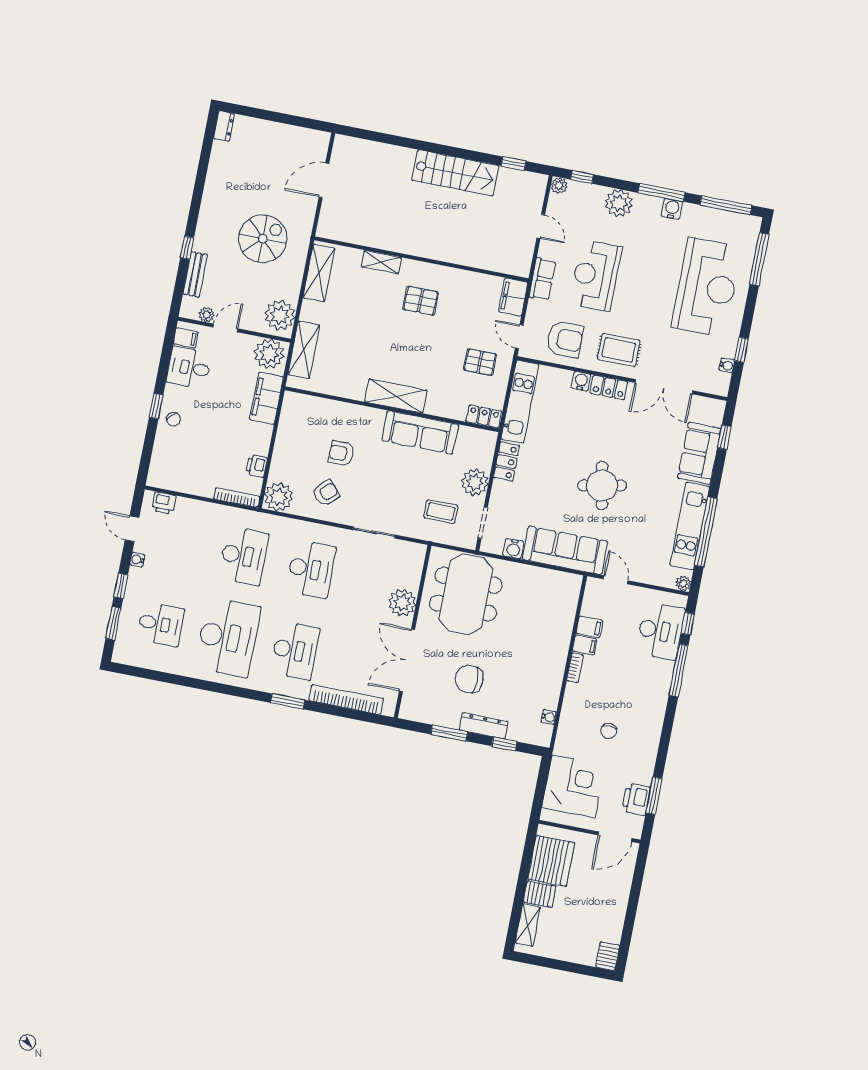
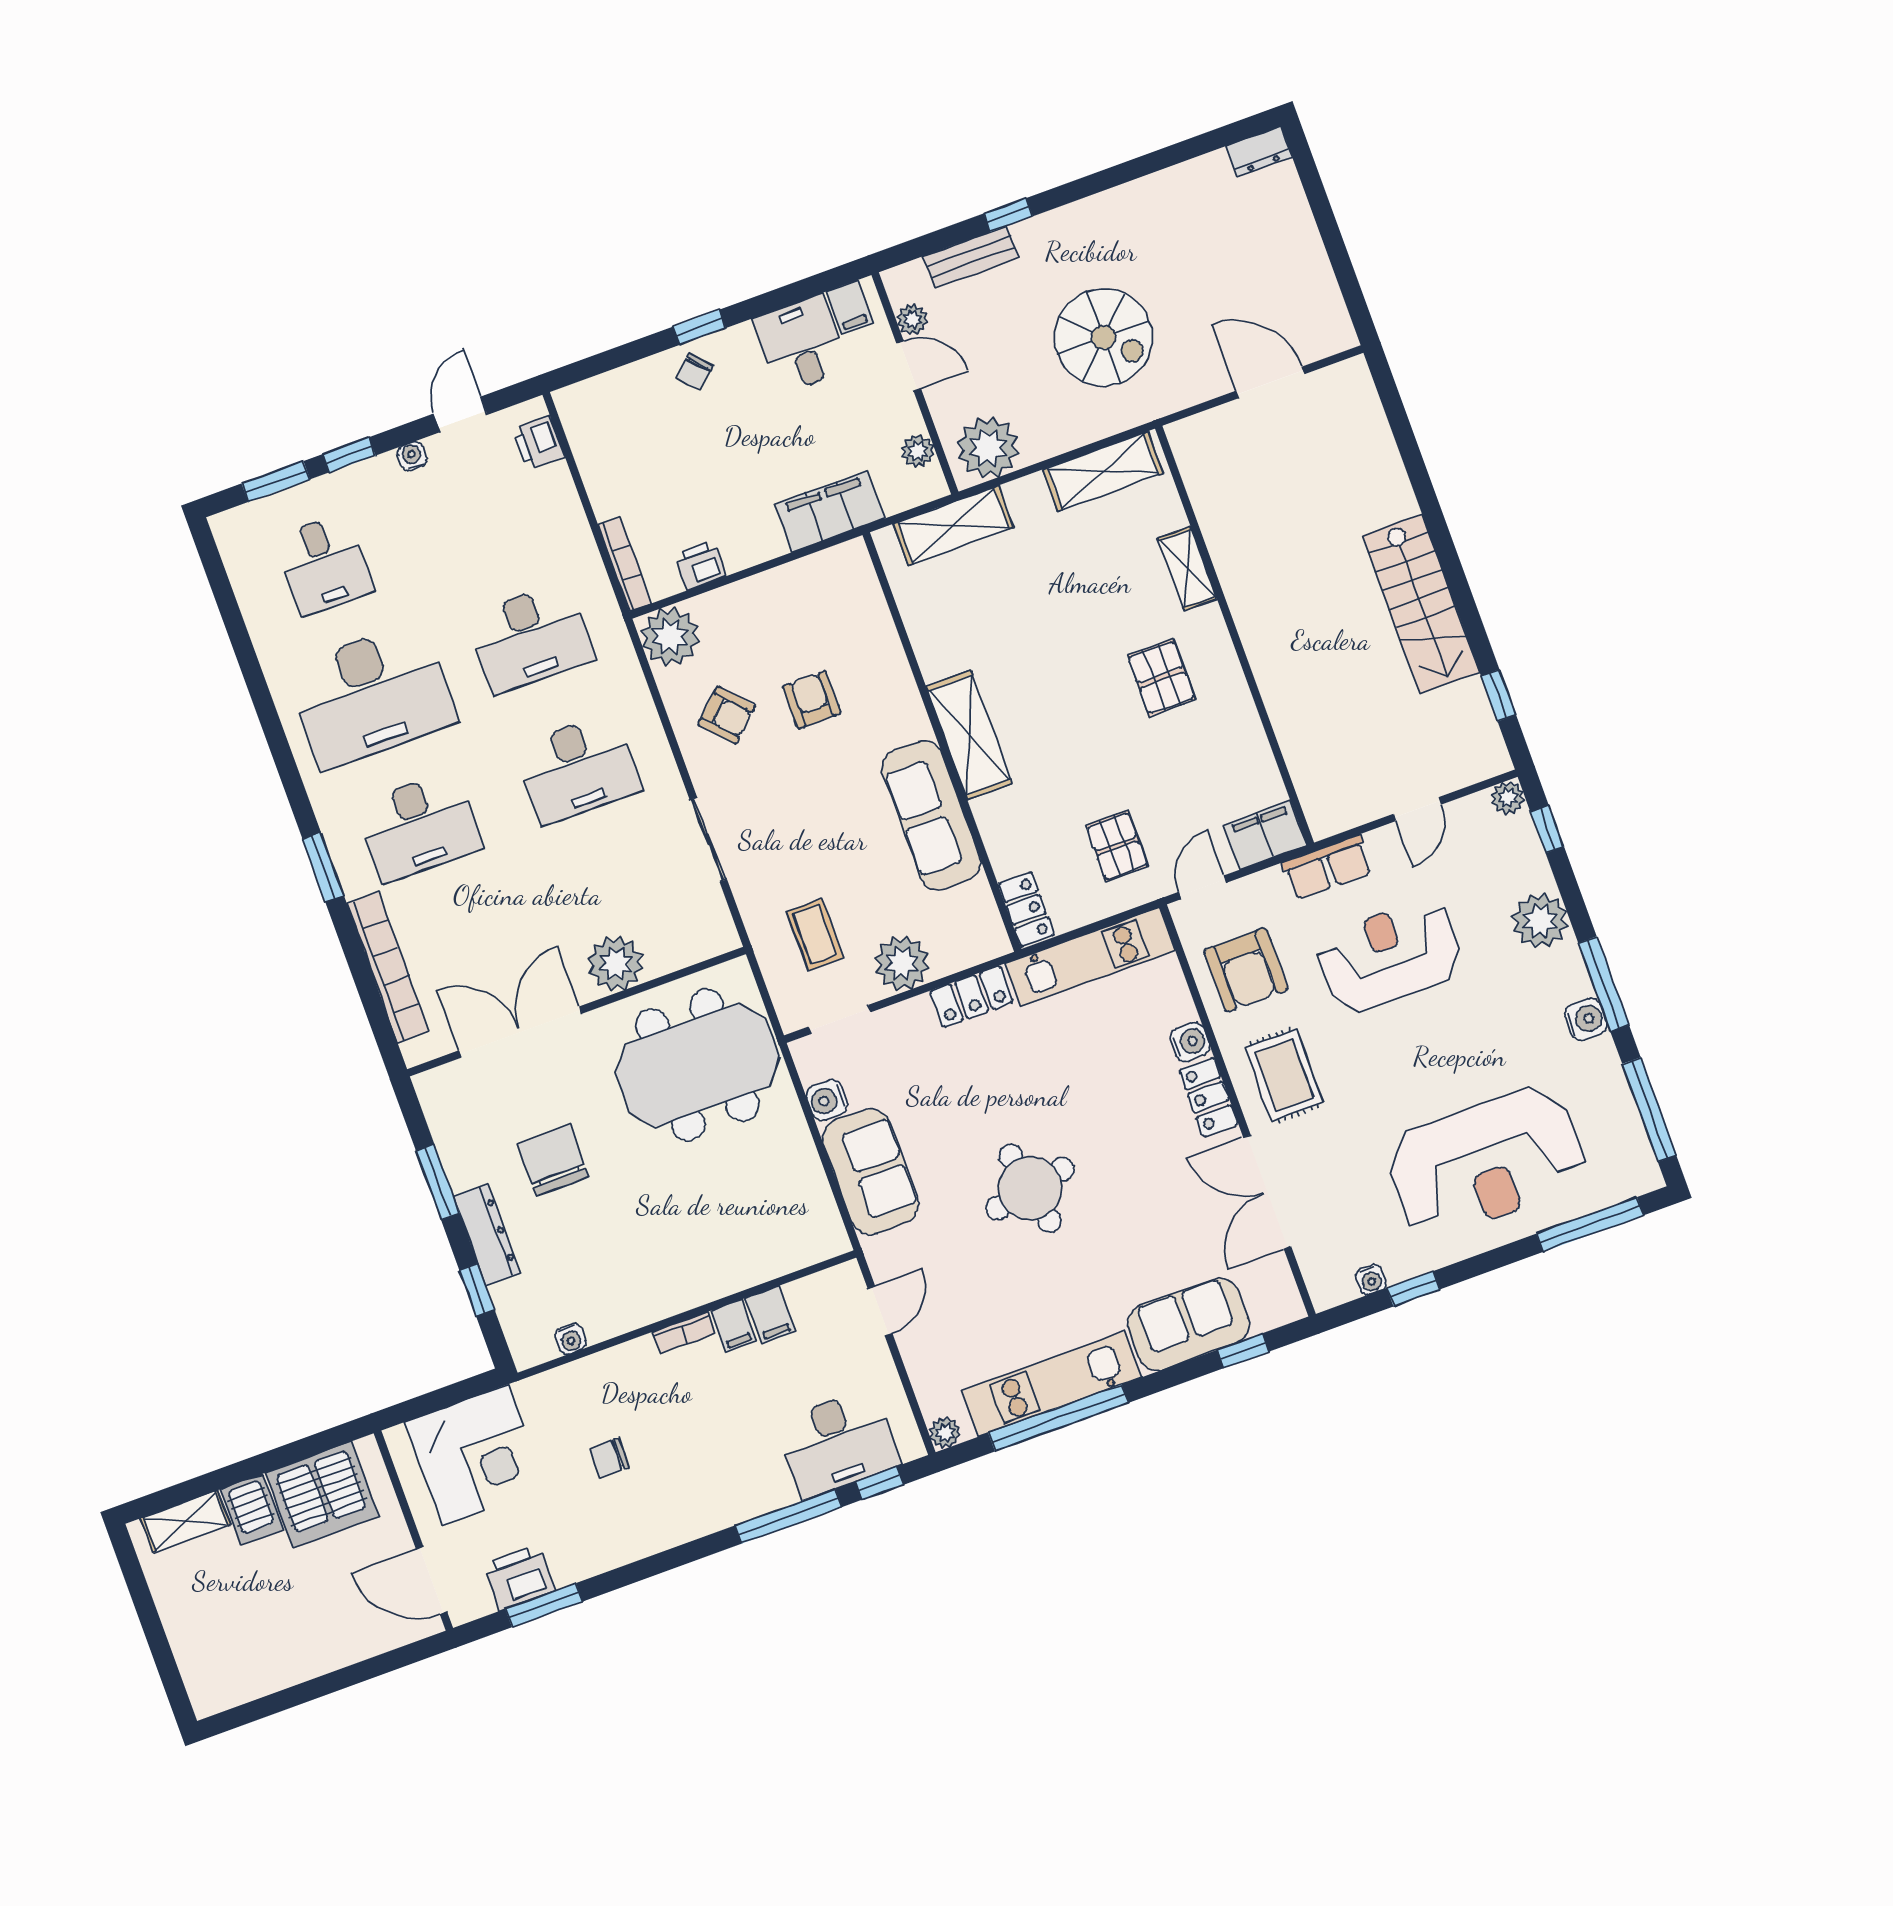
plant: (269, 354) -> (918, 451), width x0.53, depth x0.53
sofa: (565, 550) -> (871, 1172), width x0.73
server rack: (608, 956) -> (215, 1693), removed

